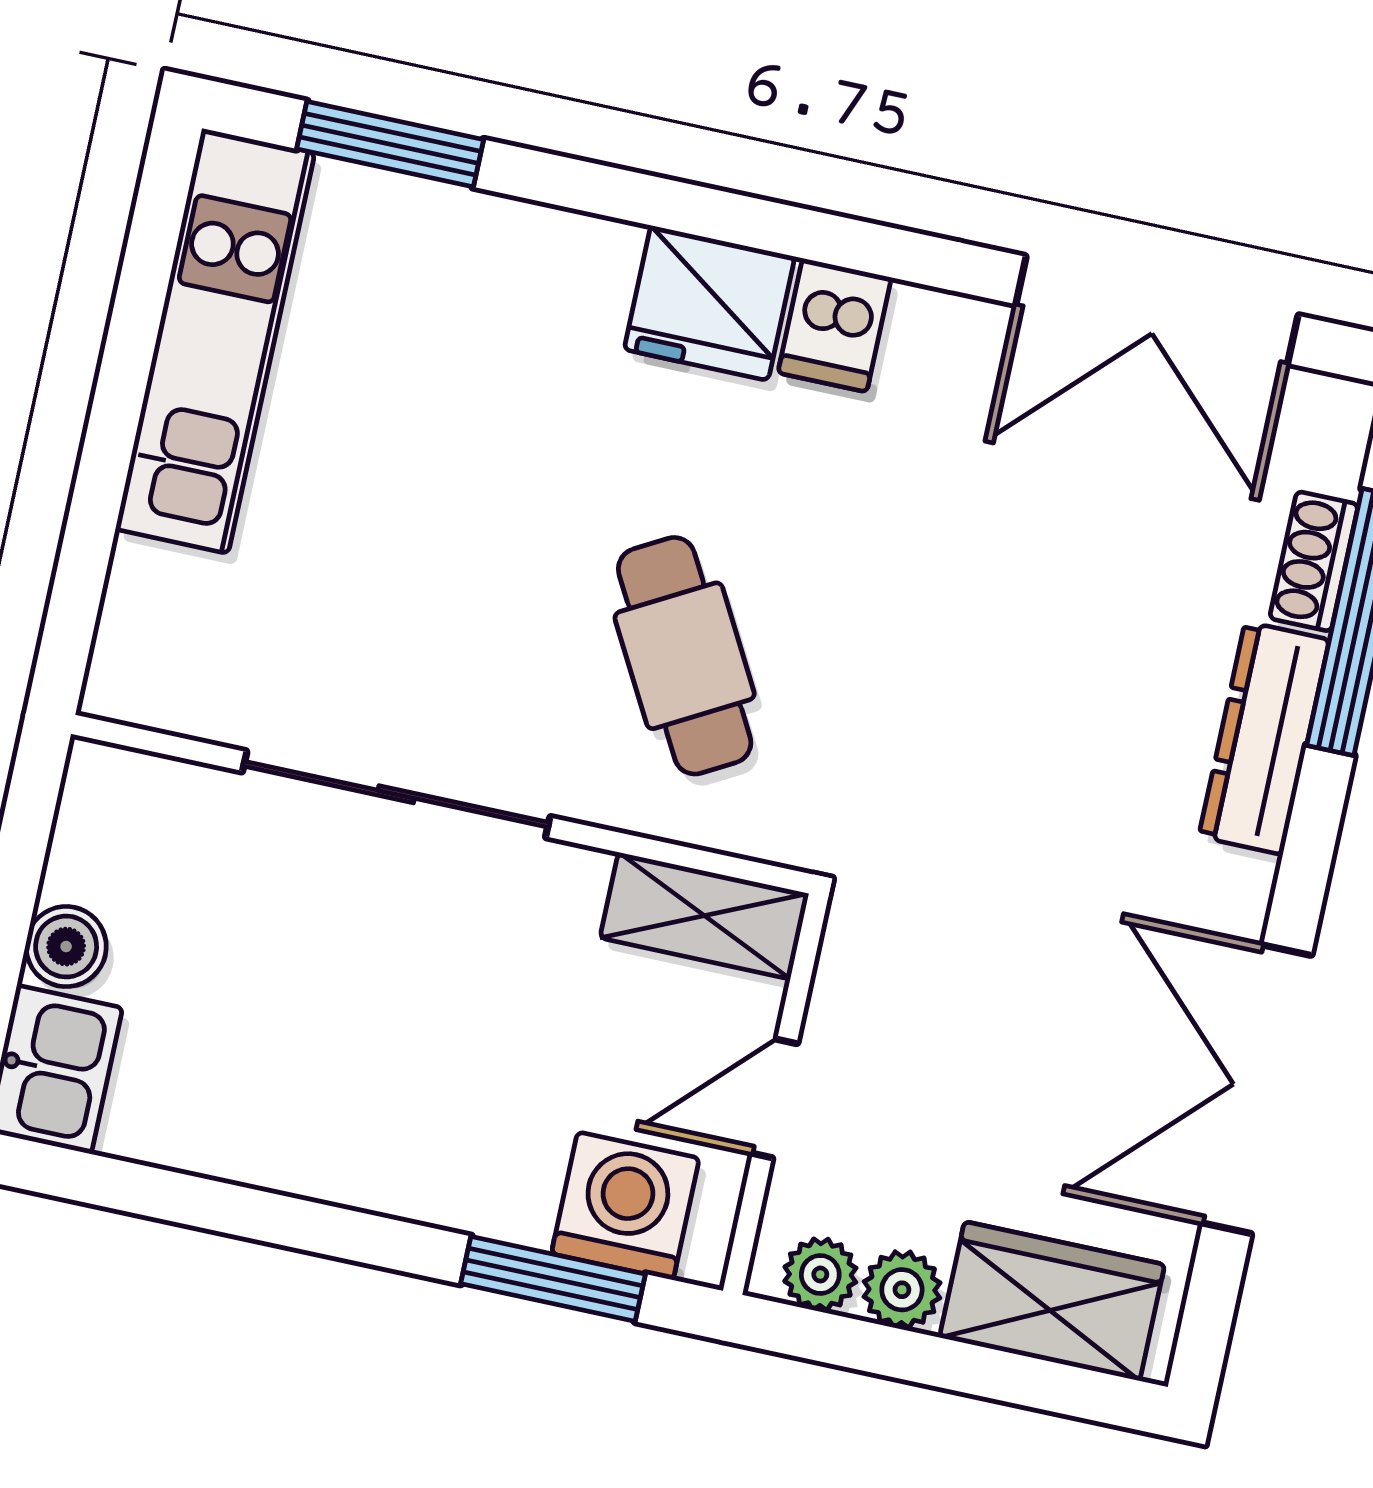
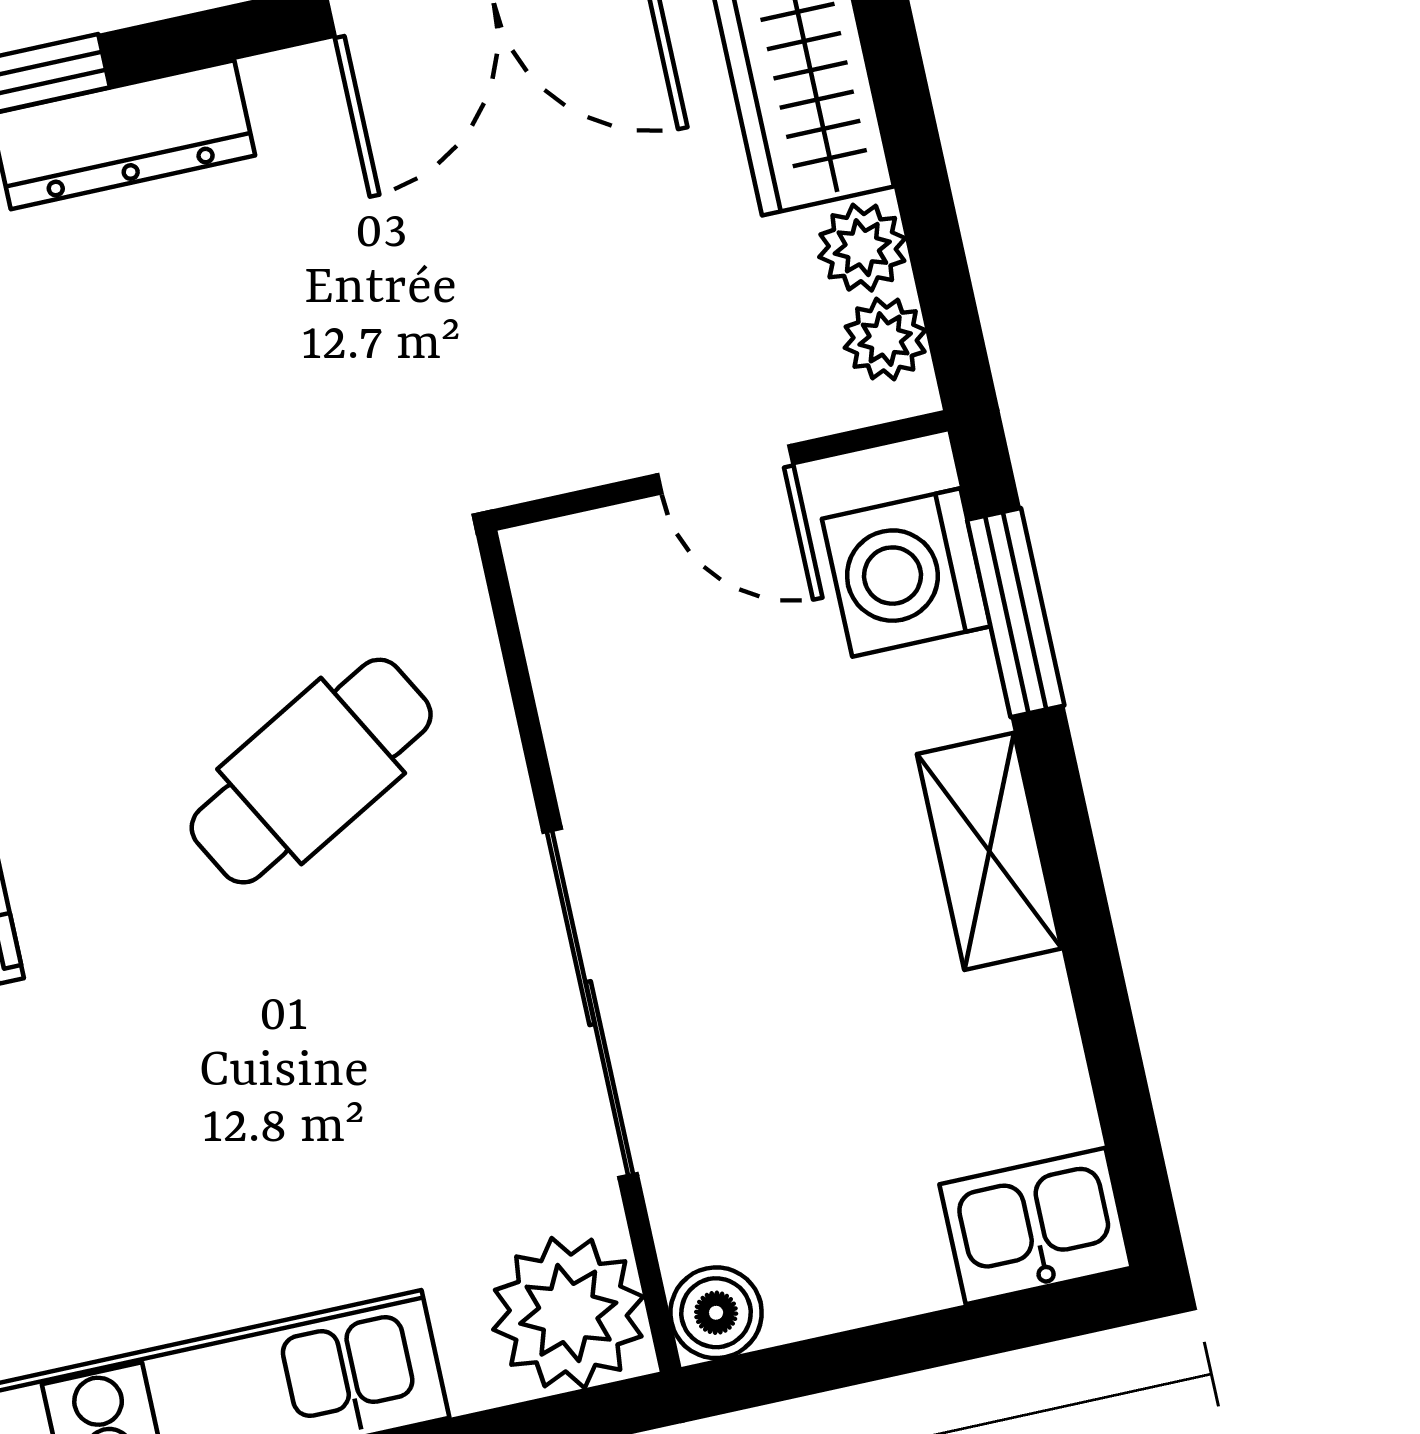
plant: (156, 663) -> (568, 1313), added
shelving: (704, 916) -> (989, 851), moved
boiler: (66, 947) -> (716, 1313), moved

